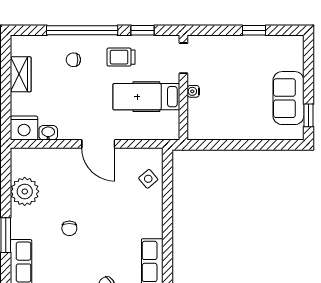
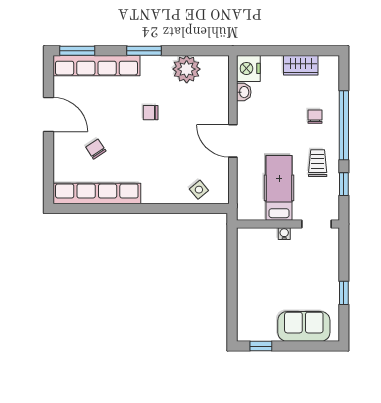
sofa: (288, 98) -> (304, 326), moved
door: (98, 144) -> (233, 141), hinge flipped

